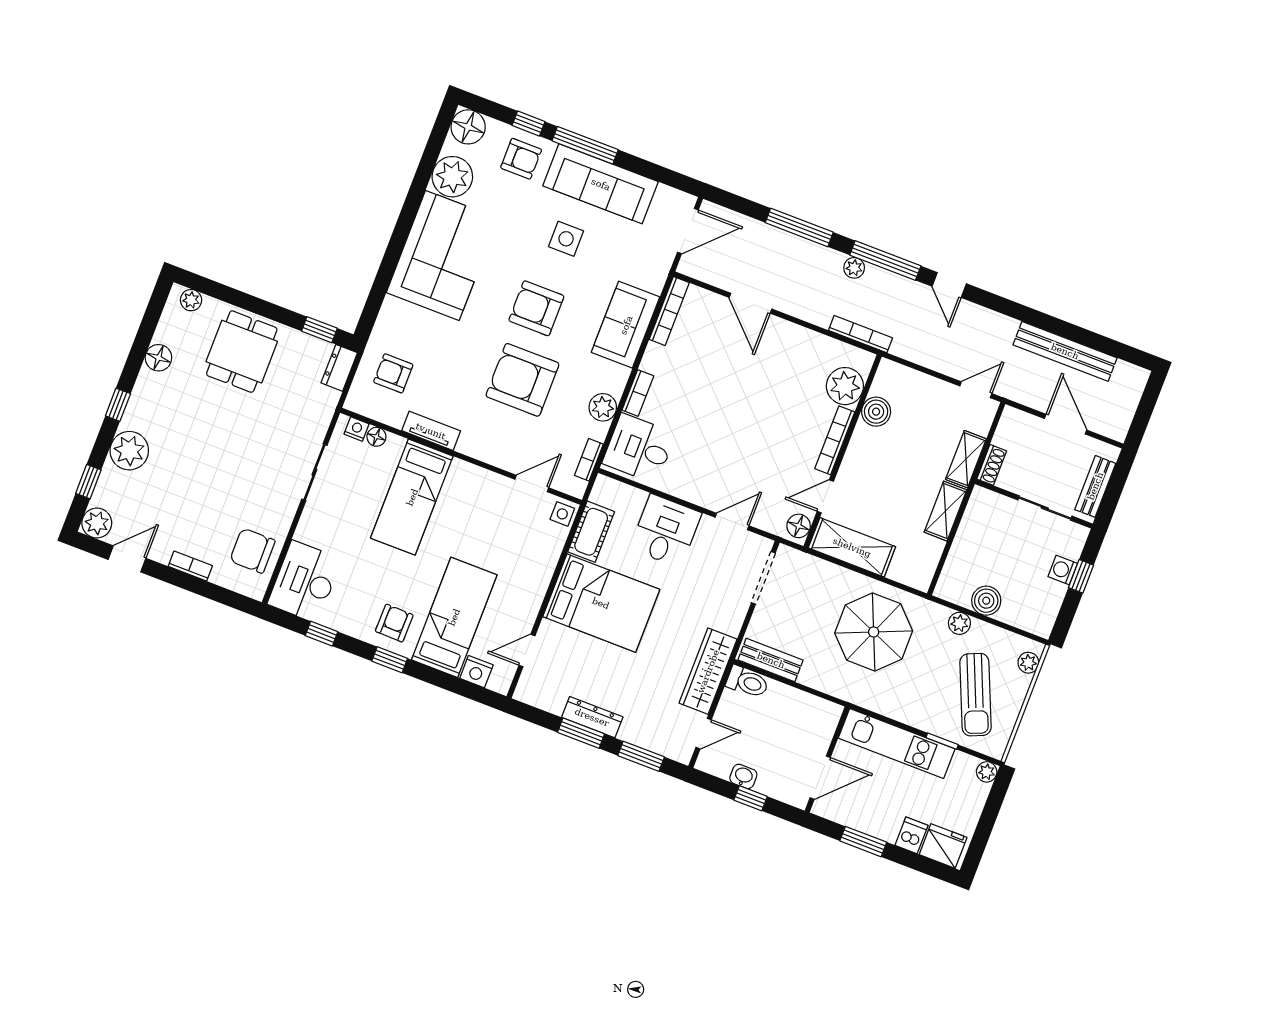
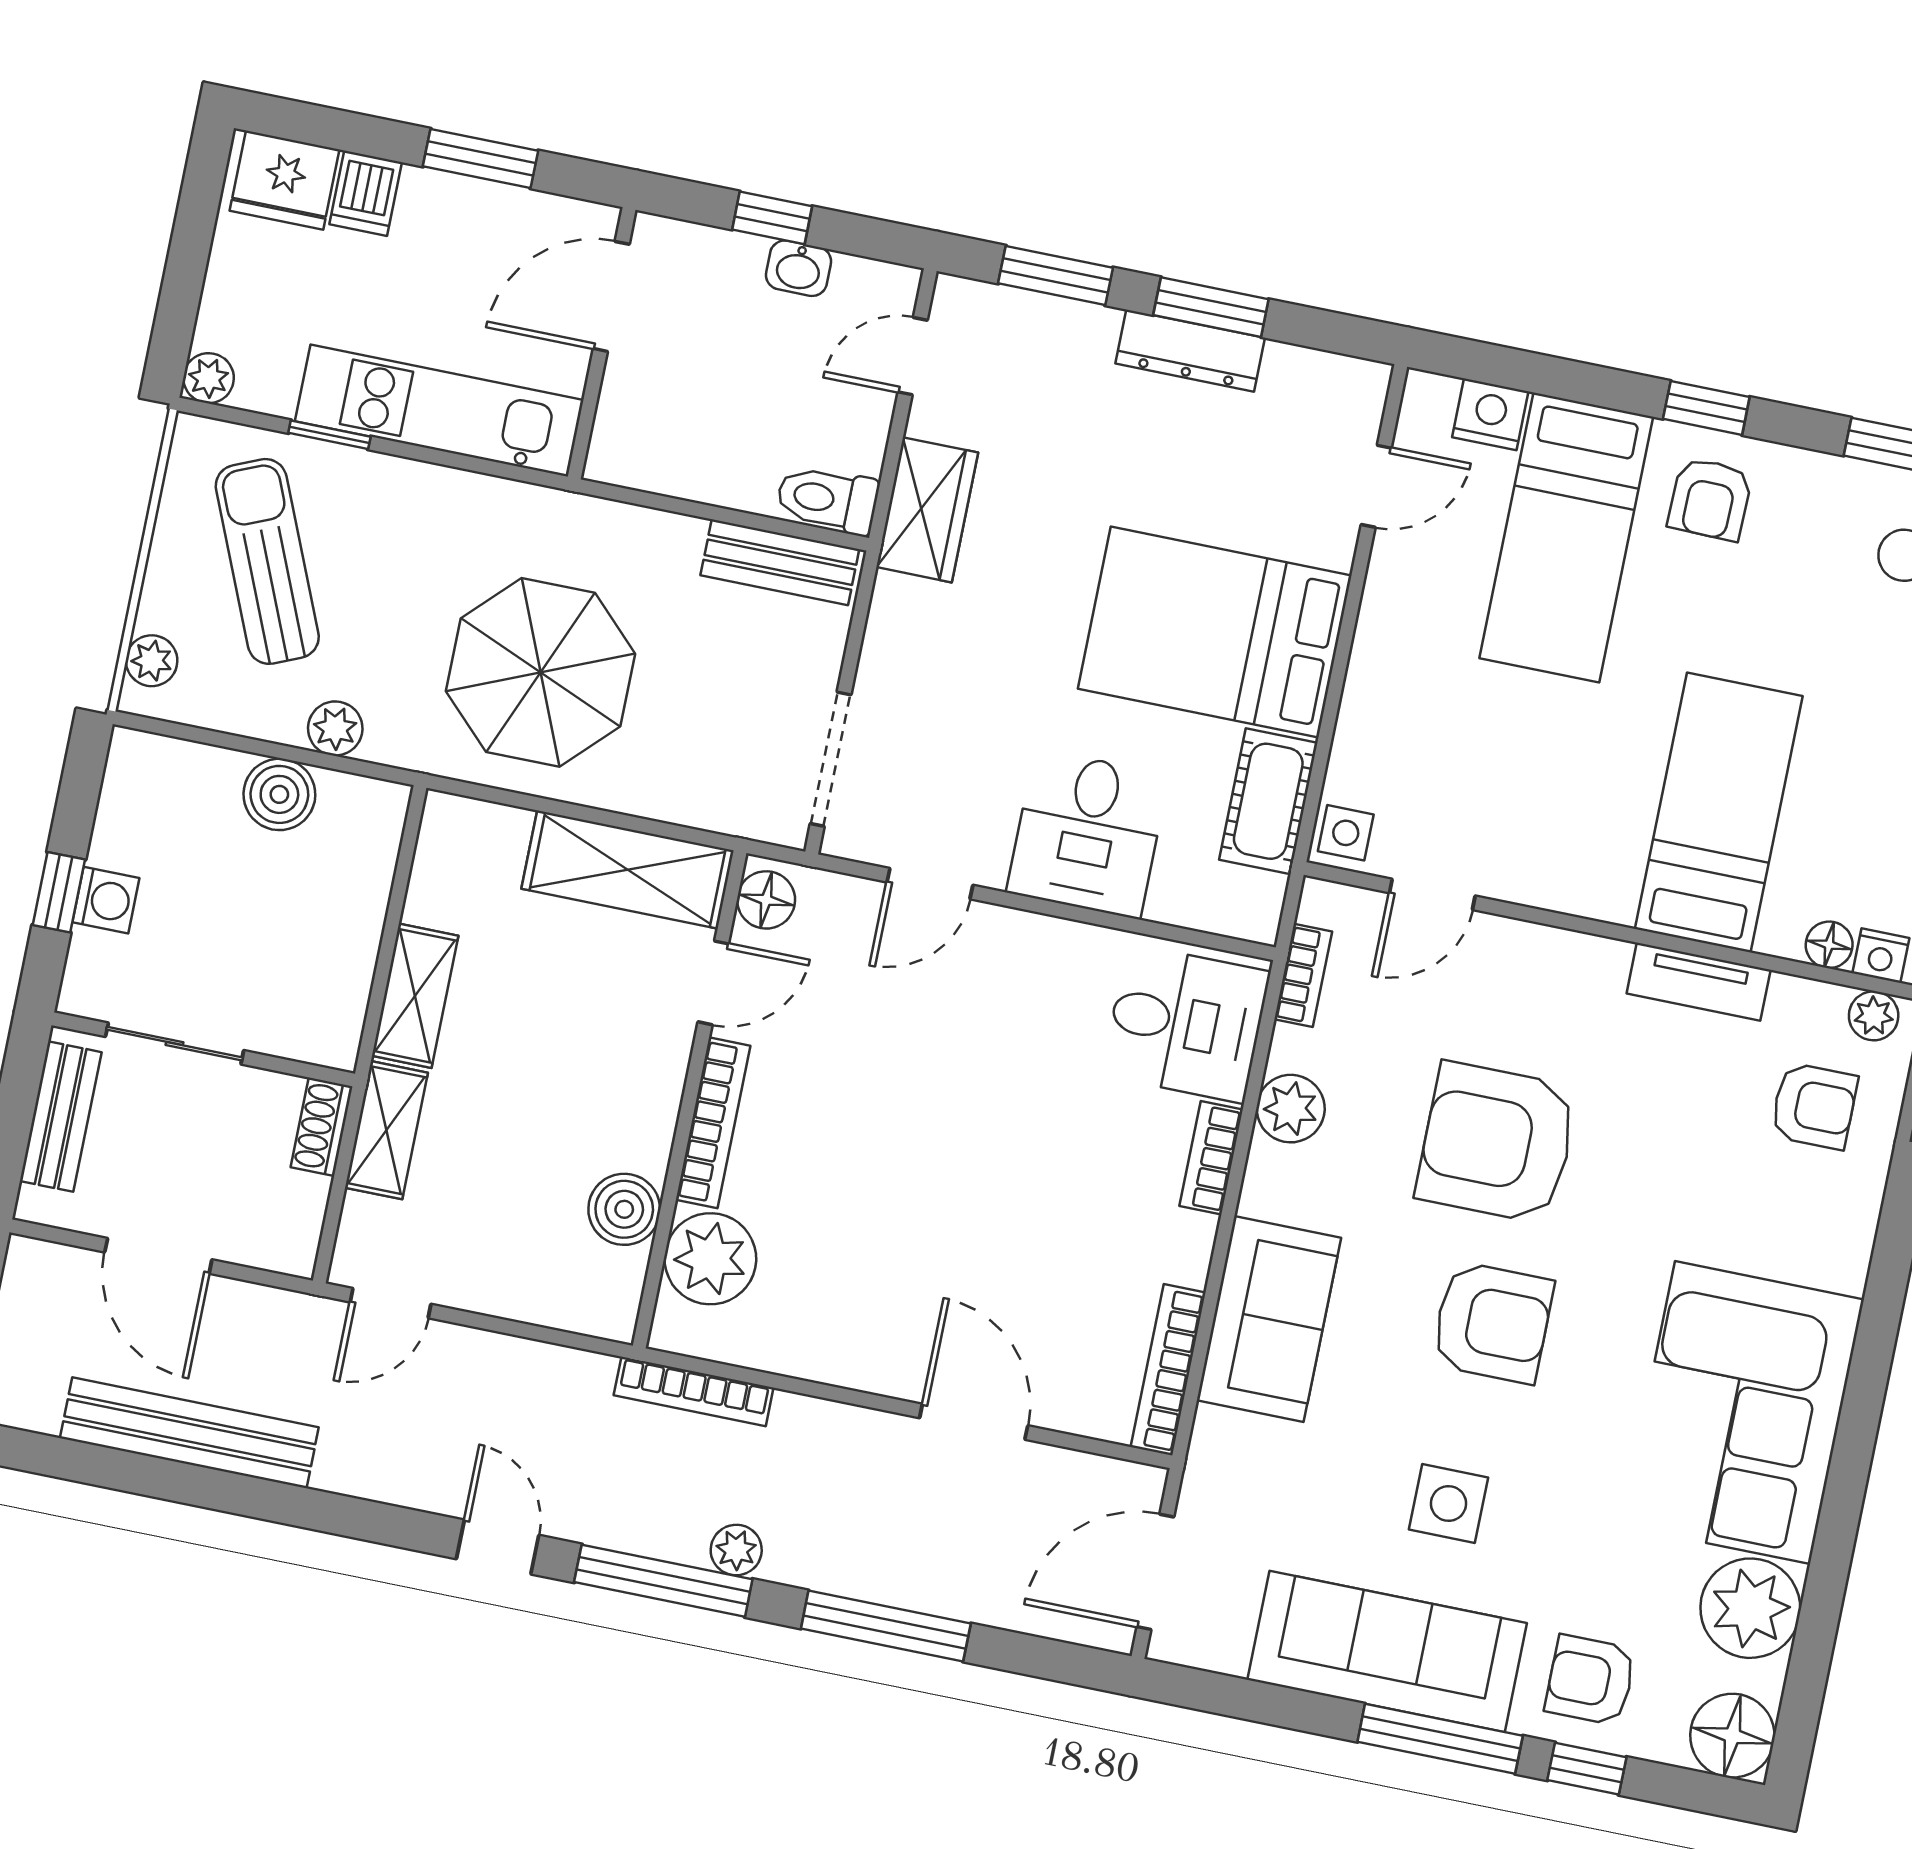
armchair: (522, 380) -> (1497, 1143), turned 180
plant: (363, 405) -> (1874, 1016), added
wardrobe: (708, 671) -> (927, 510), width x0.67

